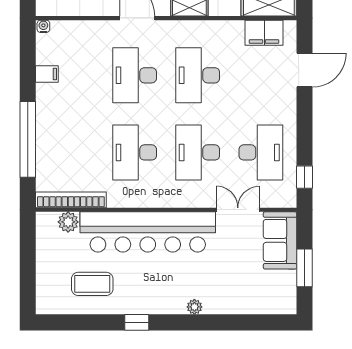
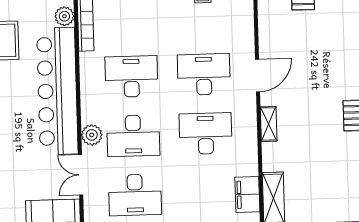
desk: (198, 152) -> (133, 136), turned 180
plant: (196, 197) -> (92, 135), added
double door: (238, 210) -> (81, 175), swing flipped

